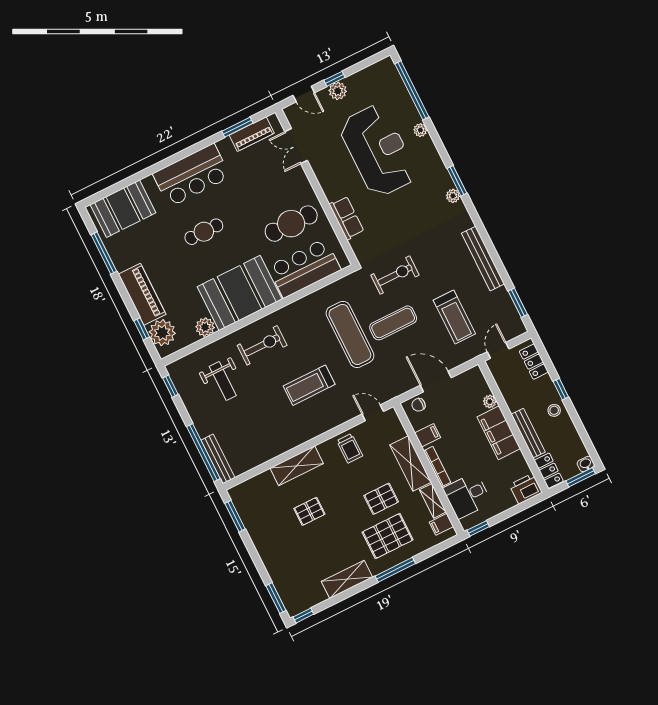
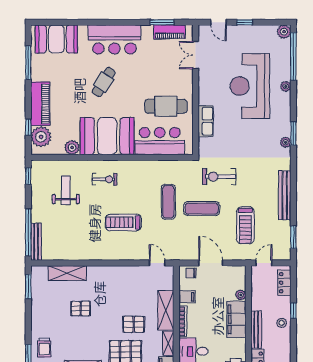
plant: (338, 91) -> (284, 32), moved
reception desk: (378, 151) -> (250, 86), turned 180
cafe table: (204, 232) -> (104, 82), turned -58
exercise bike: (395, 275) -> (219, 177), turned 180
exercise mat: (350, 334) -> (168, 202), width x0.73, depth x0.69
exercise bike: (262, 345) -> (105, 179), width x0.73, depth x0.72
weight bench: (223, 381) -> (66, 190), turned 180
trolley: (350, 448) -> (44, 348), moved
shelving: (297, 466) -> (67, 273), moved

